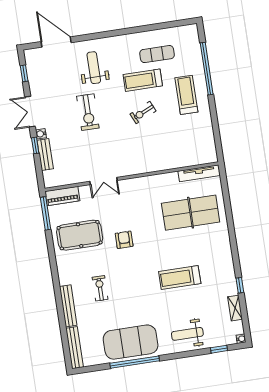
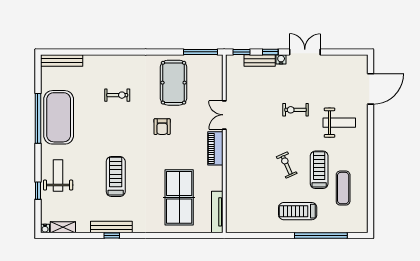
window: (24, 73) -> (242, 52), moved
treadmill: (186, 95) -> (298, 211), turned 180
exercise bike: (88, 112) -> (296, 110), width x0.73, depth x0.72
piano: (62, 196) -> (215, 148), moved
armchair: (124, 240) -> (162, 127), turned 90
window: (240, 285) -> (112, 236), moved
bench: (68, 306) -> (111, 227), moved
shelving: (235, 308) -> (63, 227), moved
window: (219, 349) -> (38, 191), moved

